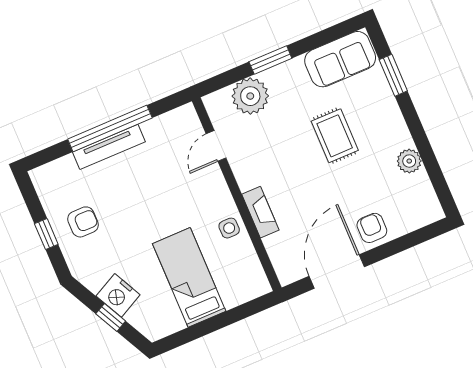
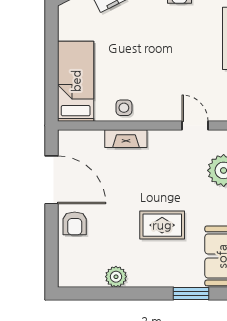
armchair: (372, 228) -> (75, 223), turned 90
bed: (189, 277) -> (76, 81), moved, turned -90

